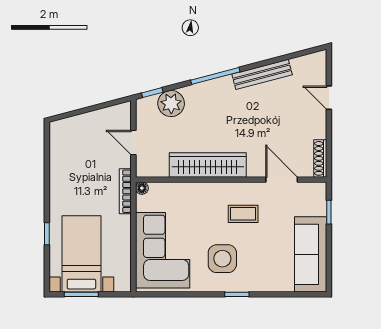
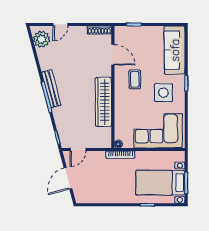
bench: (262, 74) -> (51, 89), moved
plant: (171, 104) -> (42, 39), moved
door: (88, 109) -> (68, 178), added
door: (133, 143) -> (78, 149), moved
door: (282, 180) -> (113, 55), swing flipped
sofa: (311, 254) -> (175, 50), moved, turned 90

